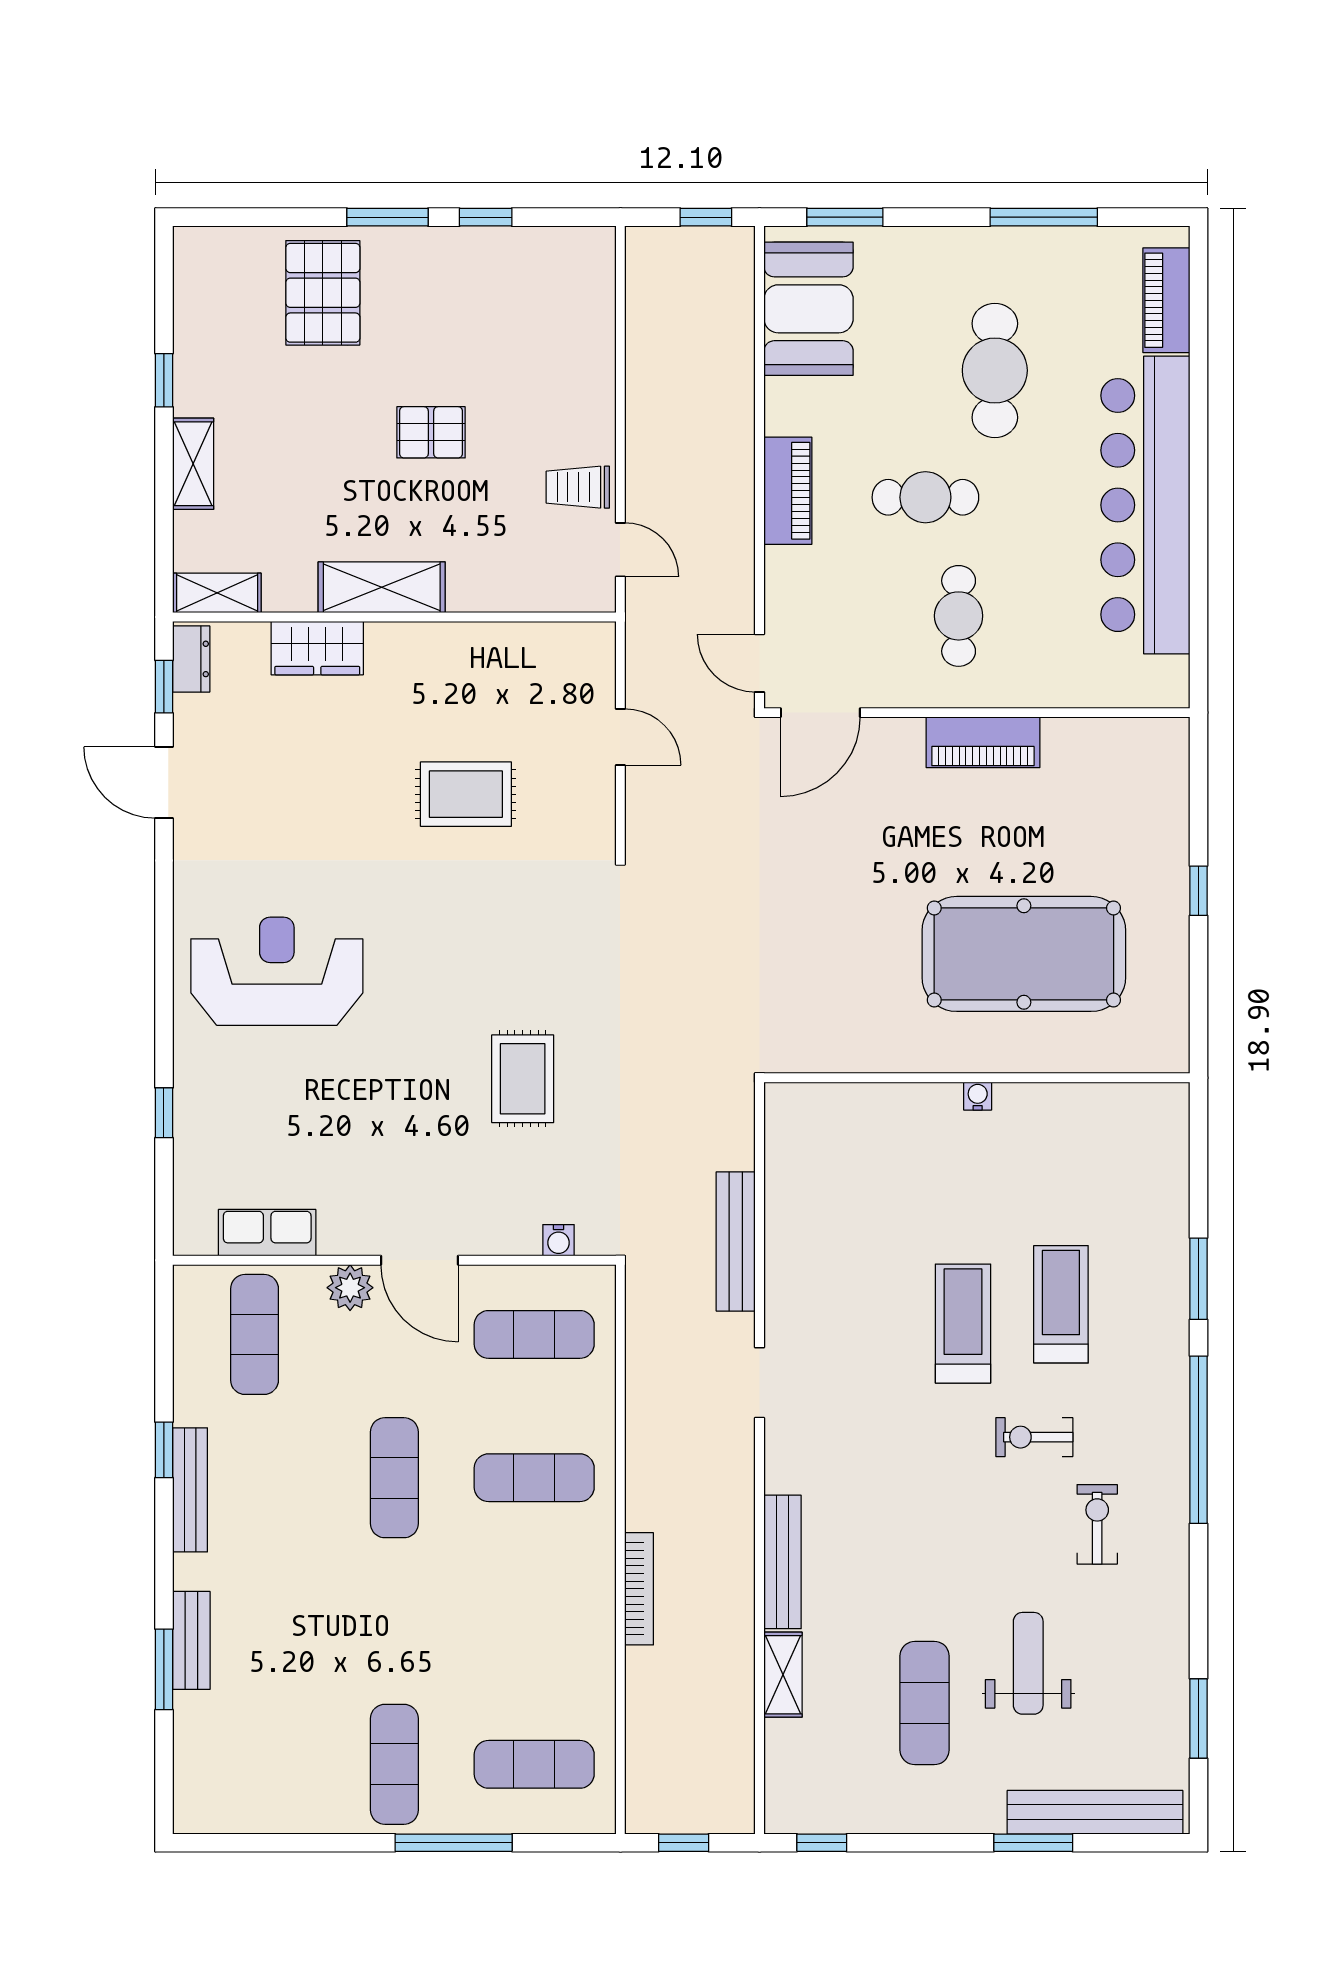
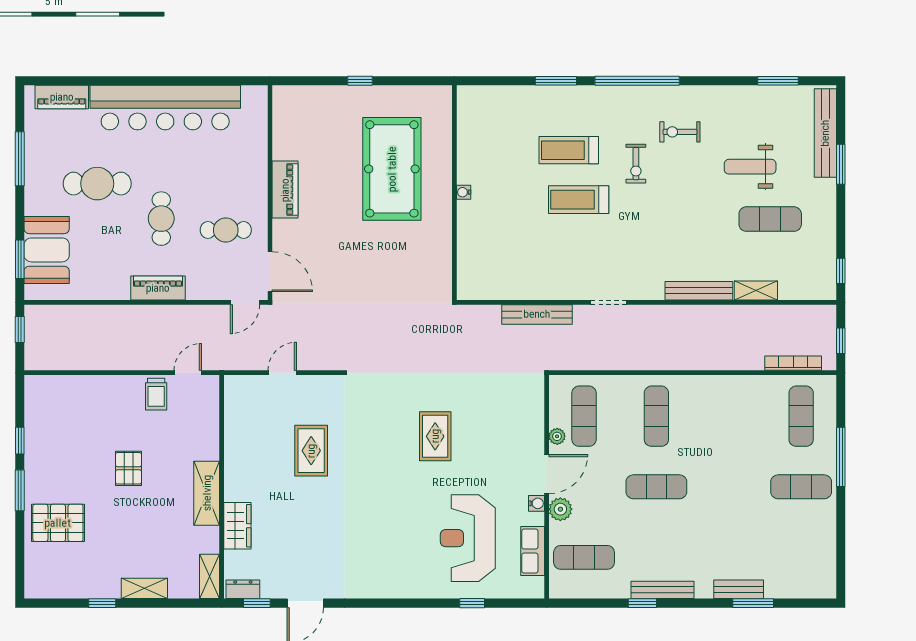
booth: (809, 309) -> (47, 250), moved, turned 90
cafe table: (959, 616) -> (226, 230), moved
reception desk: (277, 971) -> (468, 538), moved
rug: (523, 1079) -> (435, 436), moved, turned 90
water cooler: (559, 1240) -> (536, 503), moved
plant: (494, 1281) -> (557, 436), added
bookcase: (639, 1589) -> (793, 363), moved

